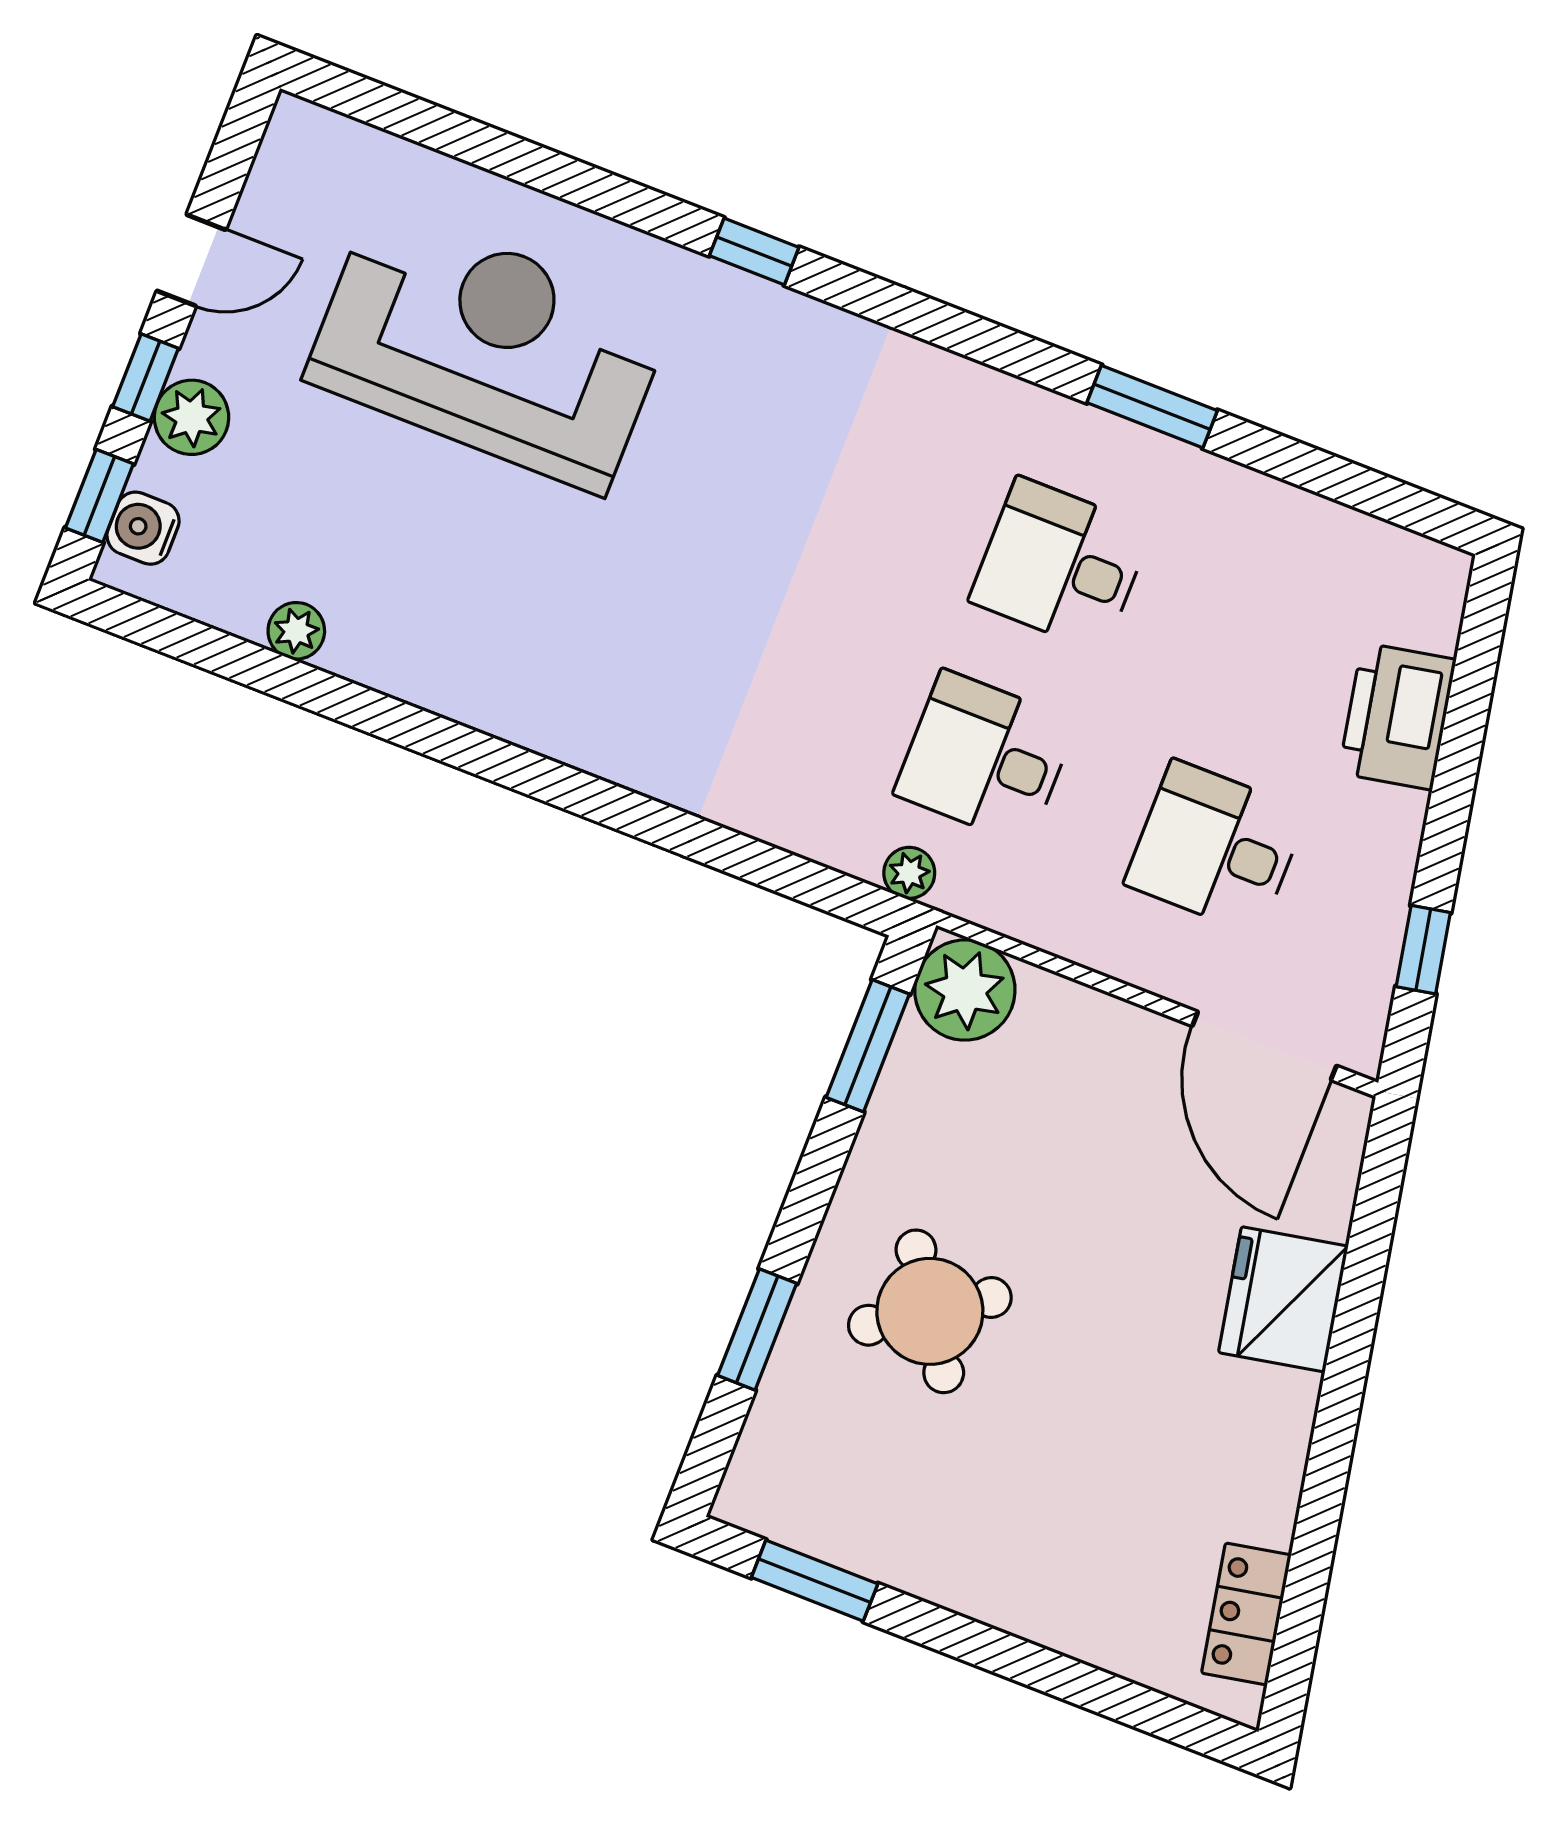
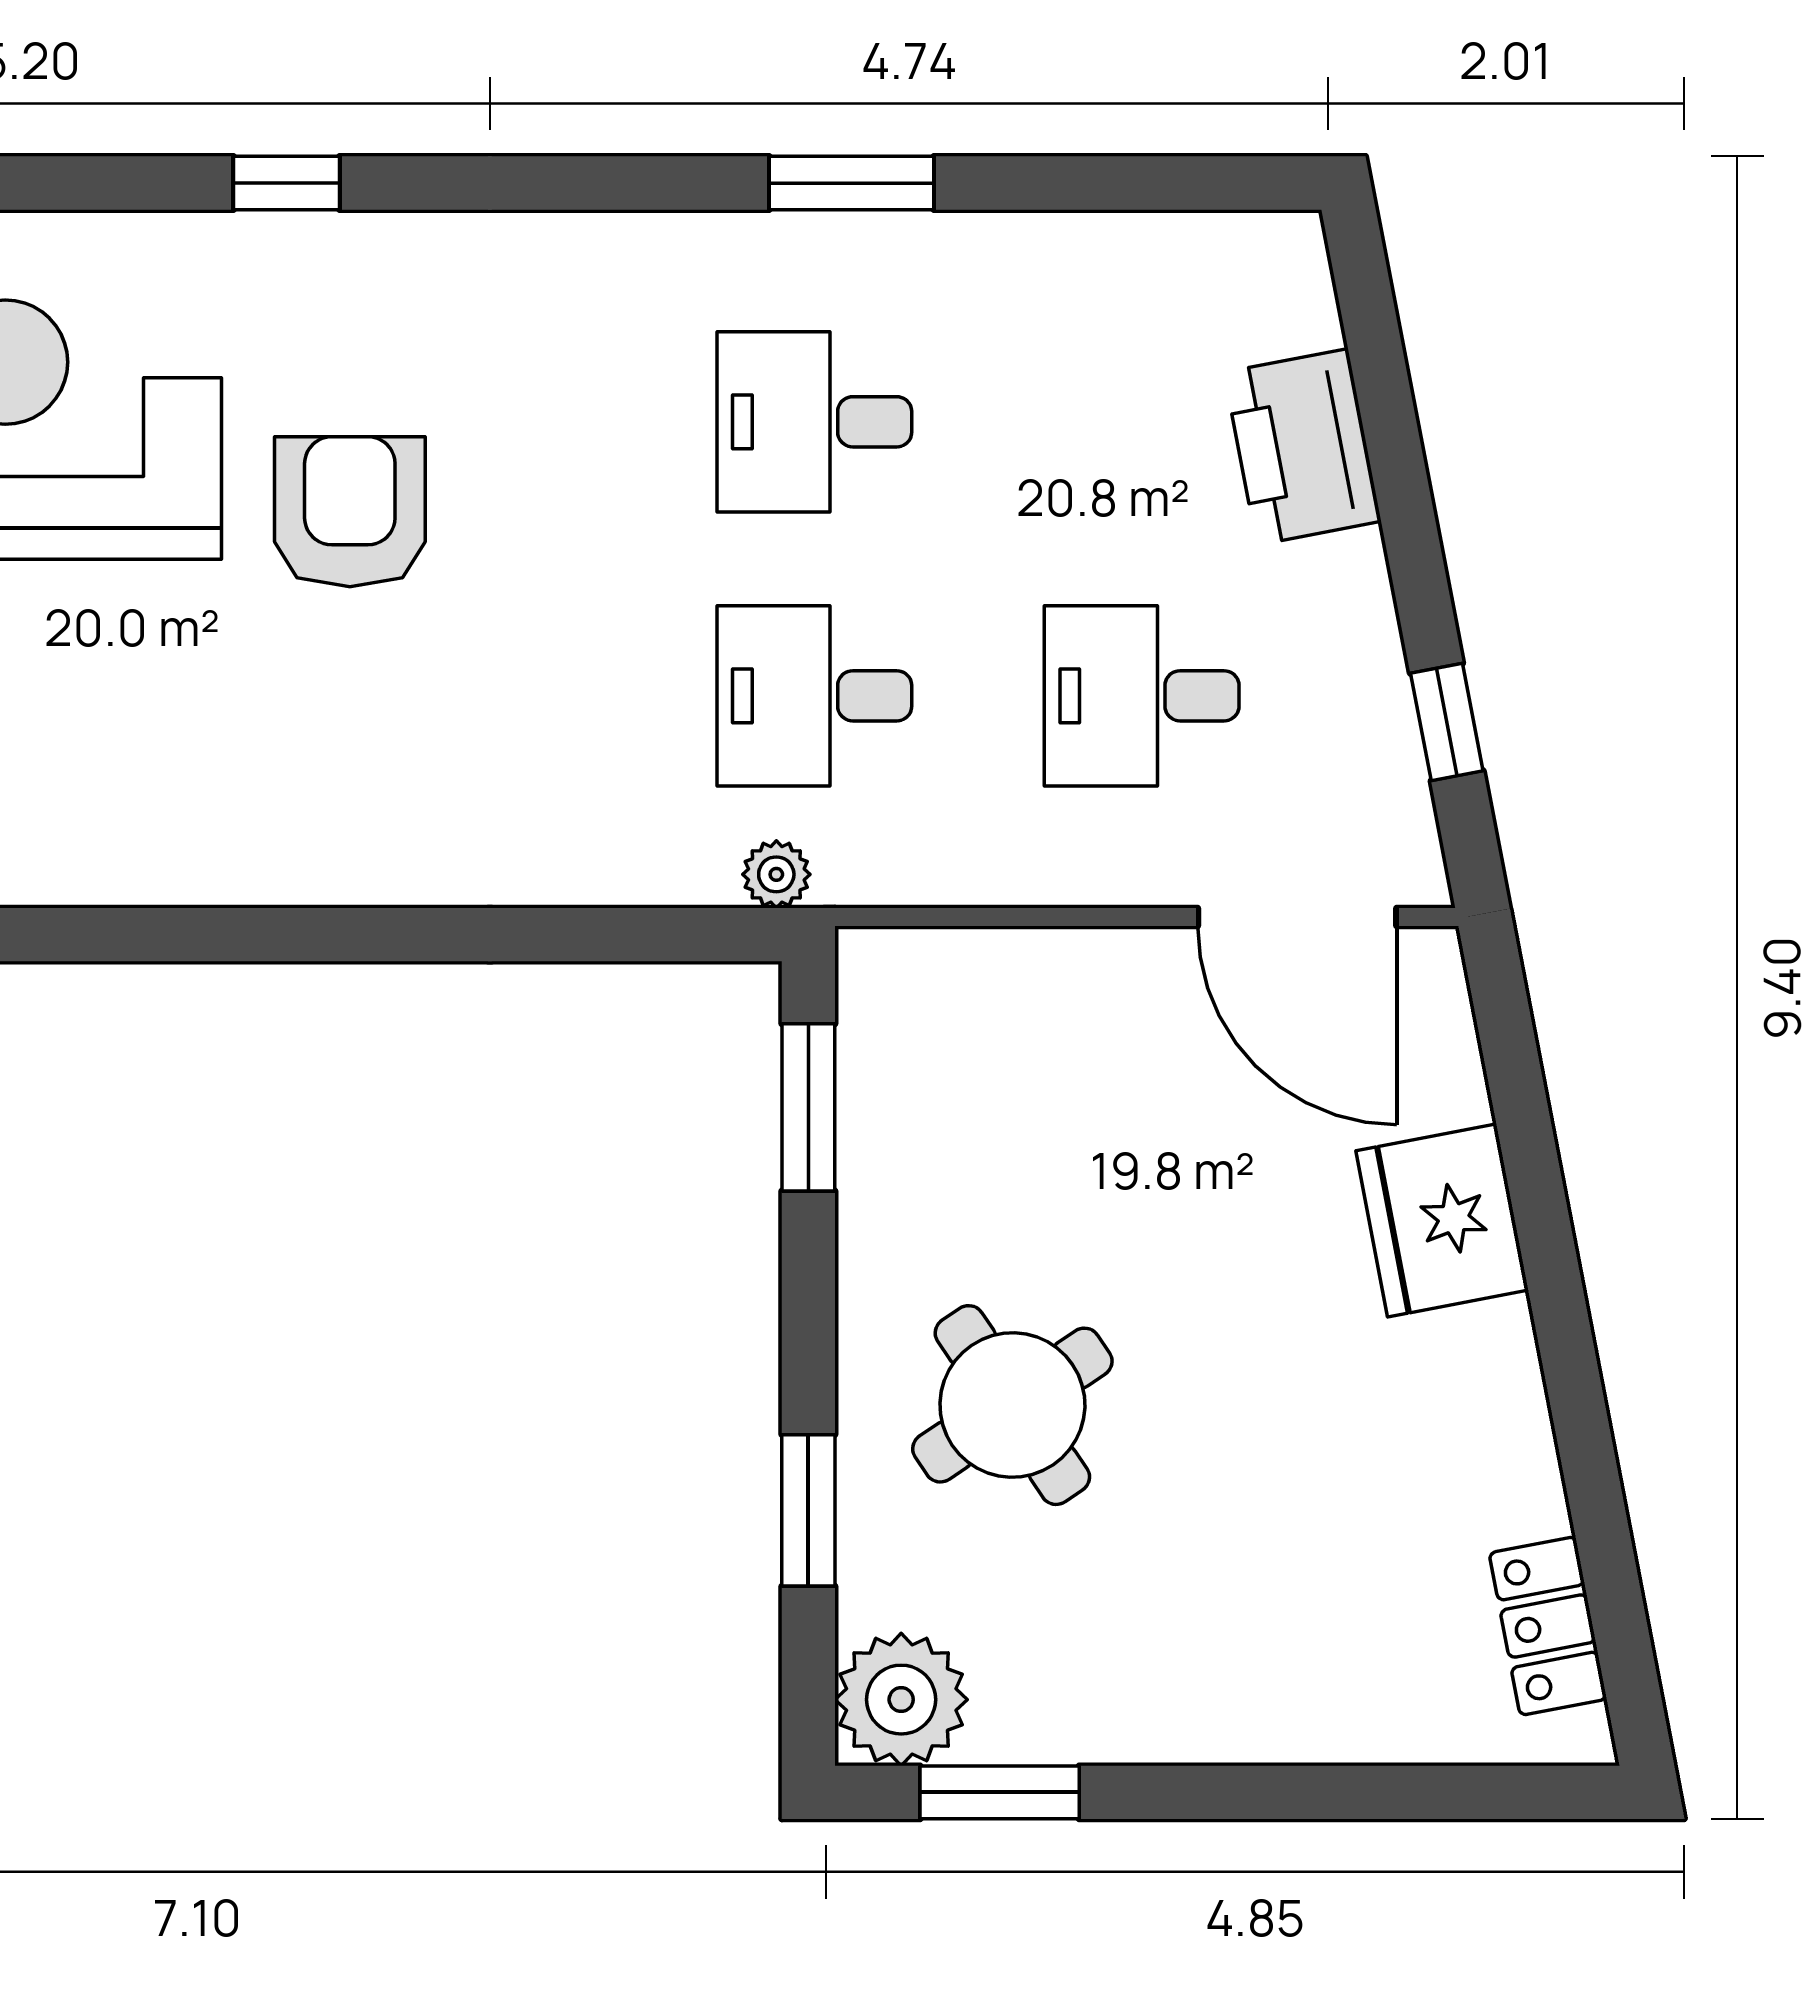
armchair: (709, 500) -> (350, 512), added
plant: (965, 990) -> (901, 1700), moved

